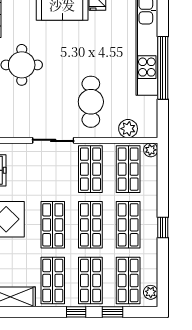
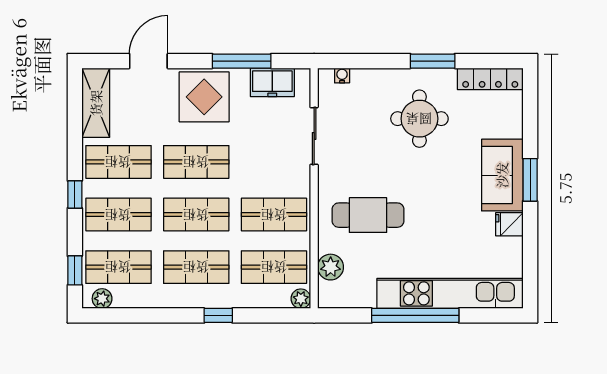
sliding door: (53, 140) -> (314, 136), moved
window: (163, 228) -> (218, 315), moved
window: (113, 312) -> (75, 270), moved

